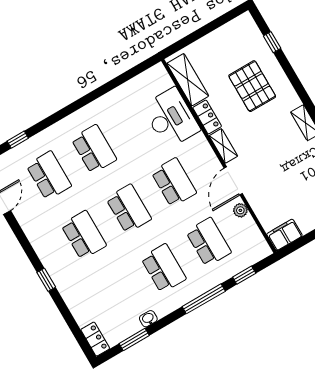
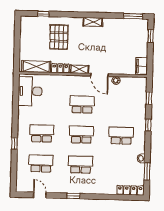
pallet: (252, 86) -> (59, 37), turned 90
desk: (171, 118) -> (30, 91), moved, turned -90
window: (18, 140) -> (14, 143), moved
school desk: (209, 242) -> (122, 106), removed
window: (46, 280) -> (73, 196), moved
window: (204, 299) -> (148, 125), width x0.46
locker: (95, 339) -> (130, 190), width x1.53

